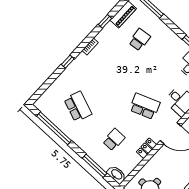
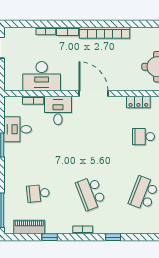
school desk: (145, 106) -> (91, 193), moved
locker: (147, 148) -> (138, 102), moved

